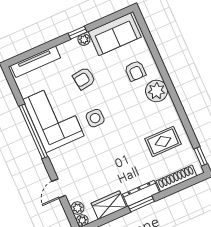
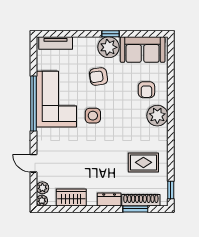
plant: (84, 40) -> (109, 47), width x1.88, depth x1.88
tv unit: (36, 62) -> (56, 43), width x0.71
door: (59, 188) -> (33, 163), hinge flipped
dresser: (141, 193) -> (109, 200), width x0.70
window: (141, 204) -> (135, 209), moved

